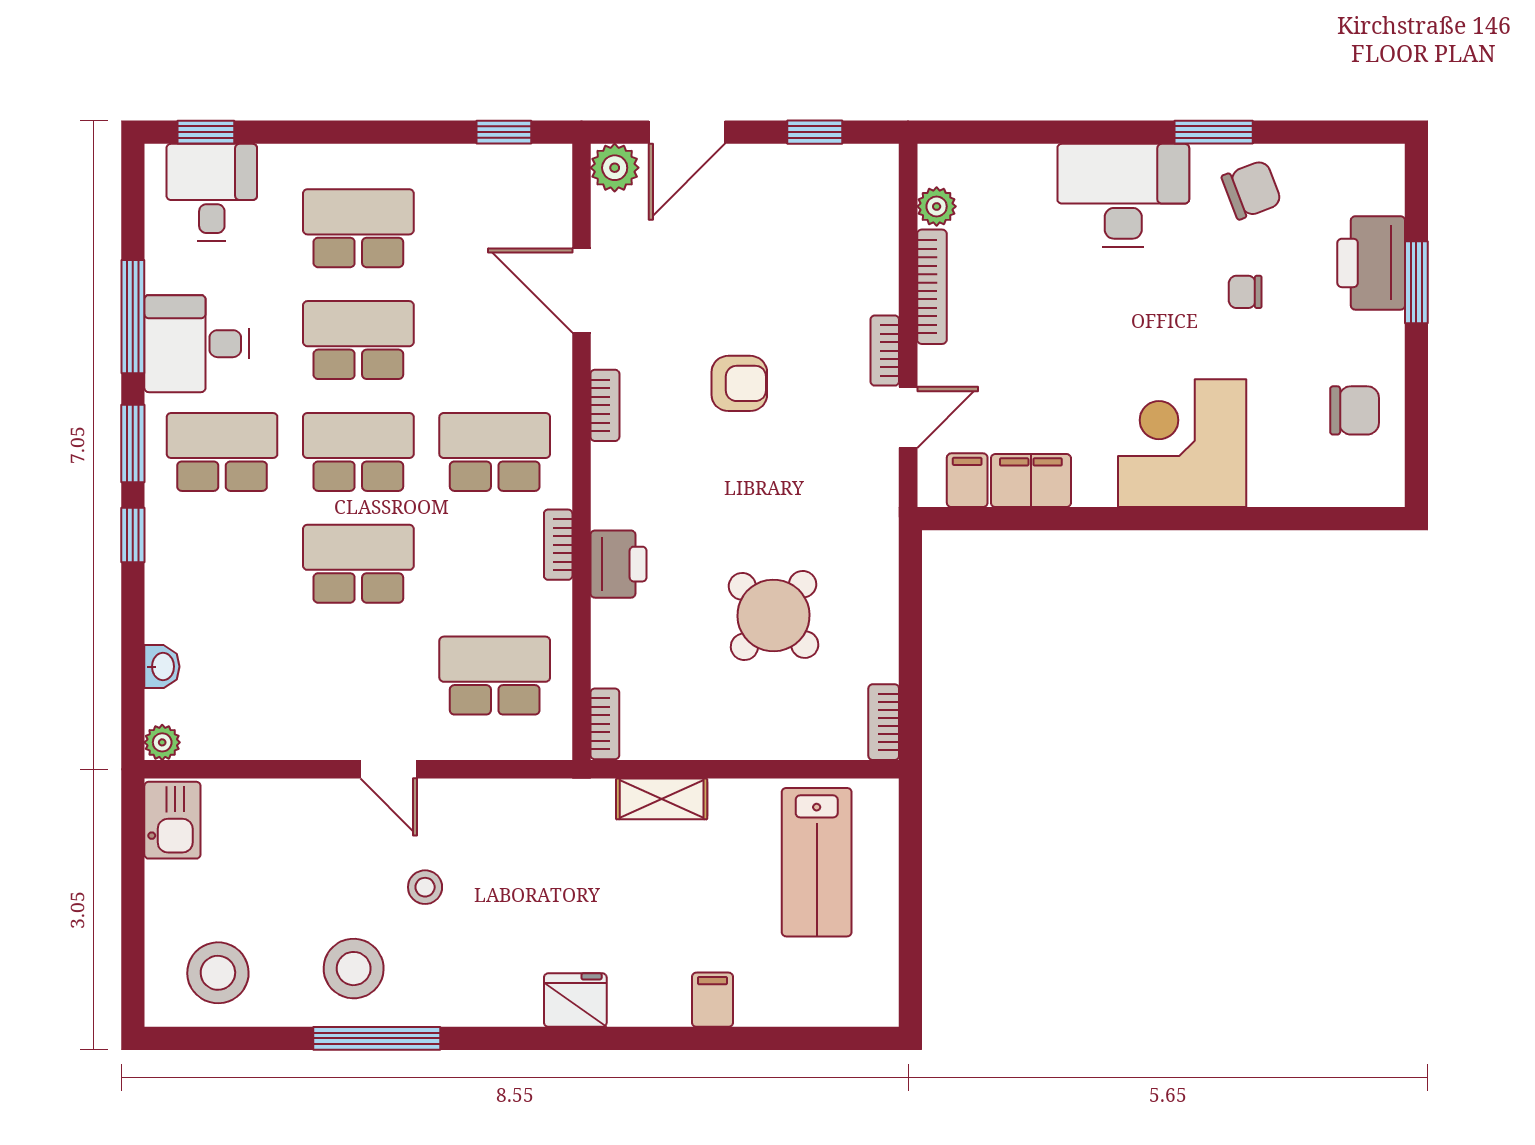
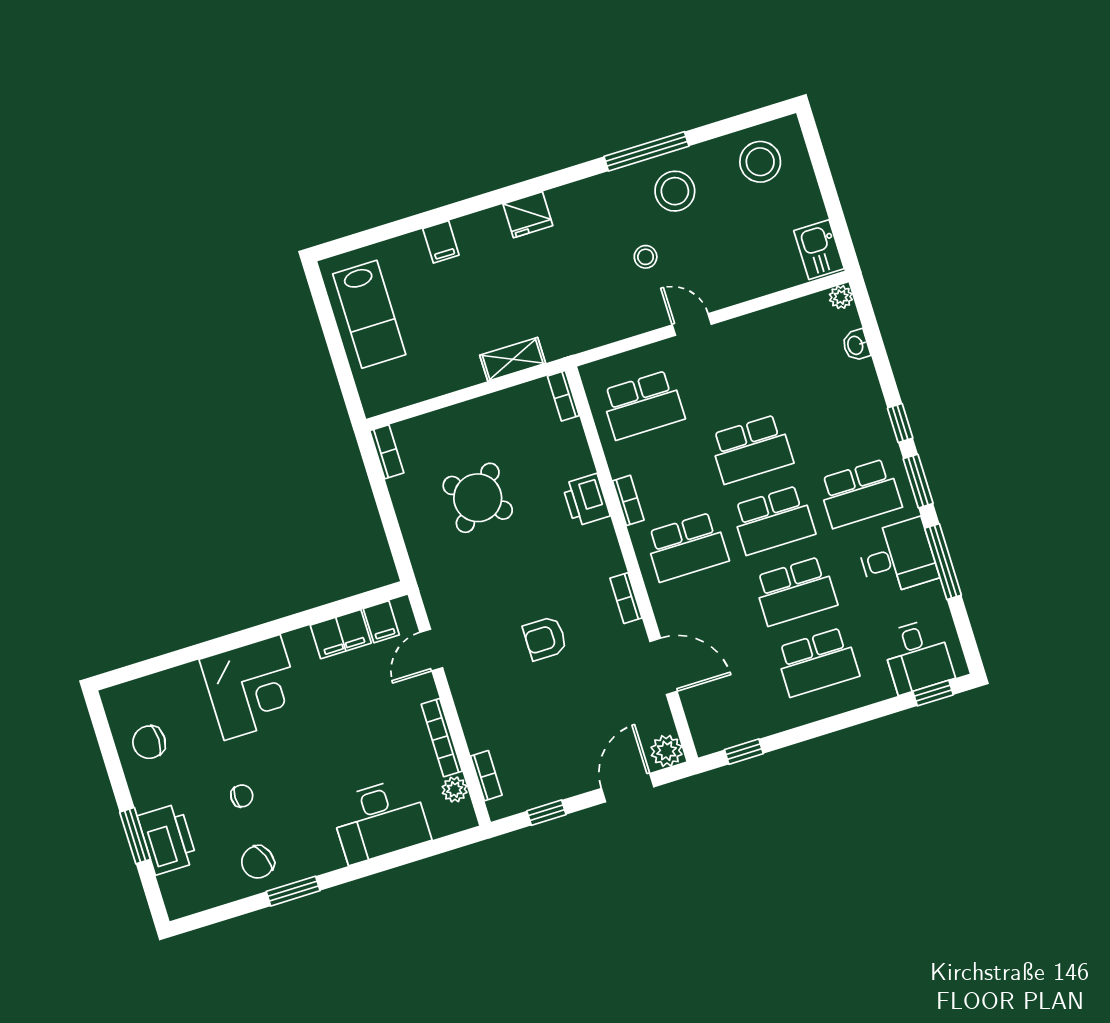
desk: (1123, 195) -> (380, 820), moved
bookcase: (885, 351) -> (486, 776), moved
lab bench: (817, 862) -> (369, 314), moved, turned 180

